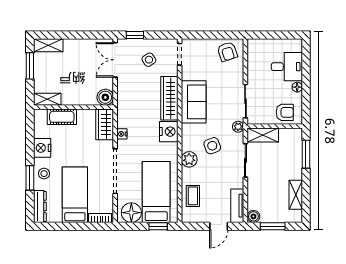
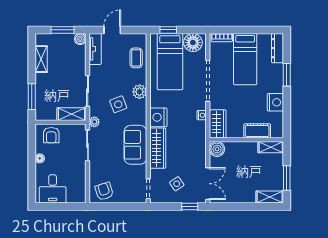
desk: (287, 67) -> (53, 189), moved, turned -90
armchair: (285, 112) -> (51, 135), turned -90
stool: (44, 174) -> (274, 79), removed

